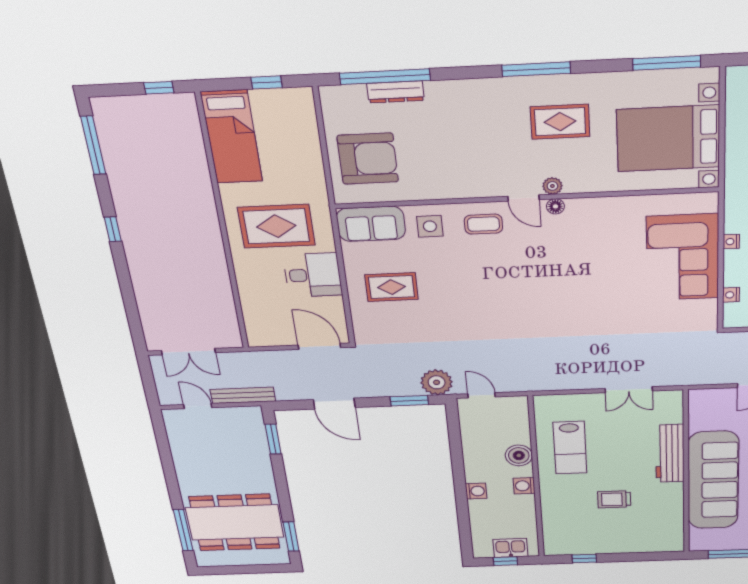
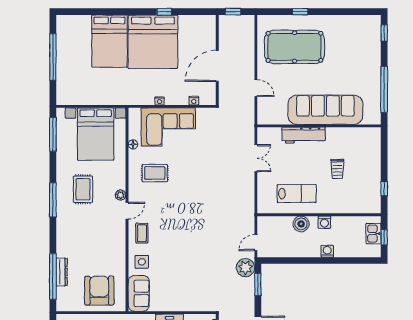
floor lamp: (555, 206) -> (133, 144), moved
rug: (391, 287) -> (155, 173), moved, turned 90

